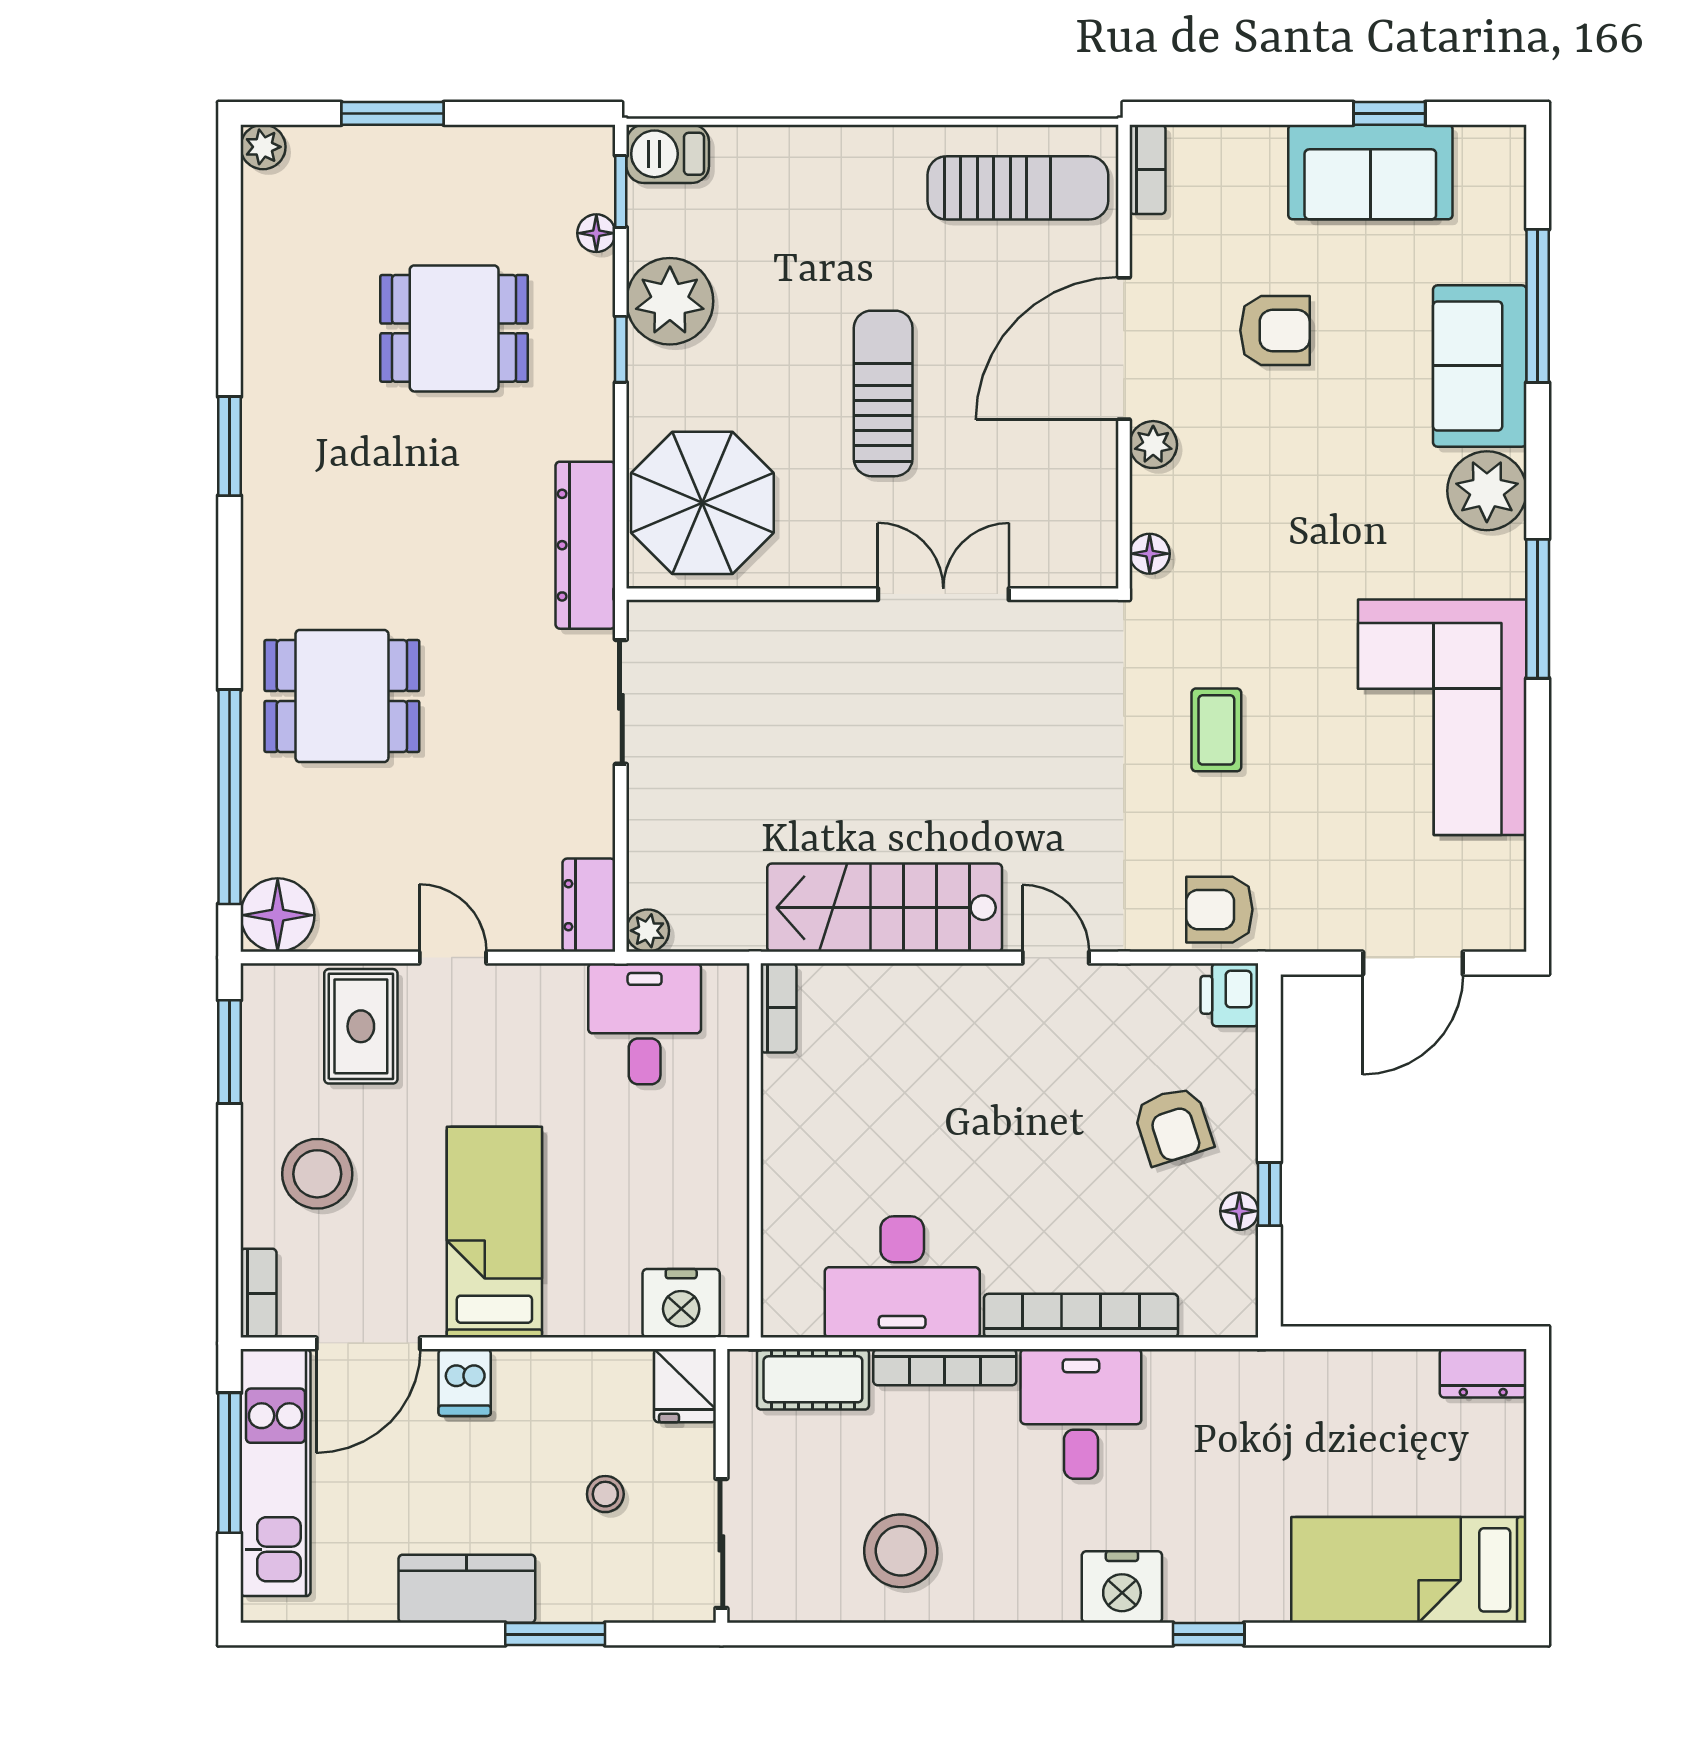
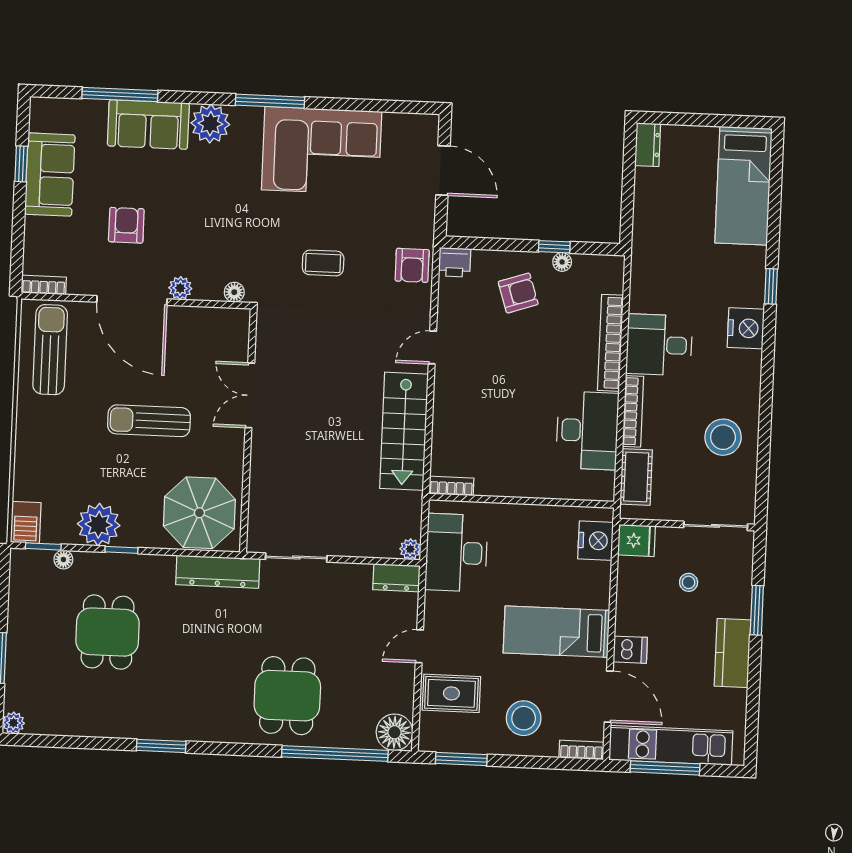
desk: (645, 1024) -> (456, 553), width x1.37

